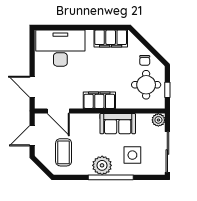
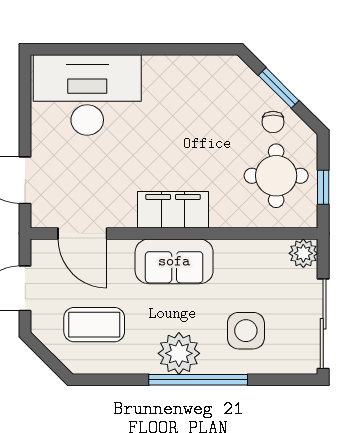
filing cabinet: (111, 38) -> (198, 74), removed
window: (147, 45) -> (279, 88), added
sofa: (118, 124) -> (174, 261), moved
coffee table: (64, 152) -> (94, 325), turned 90

